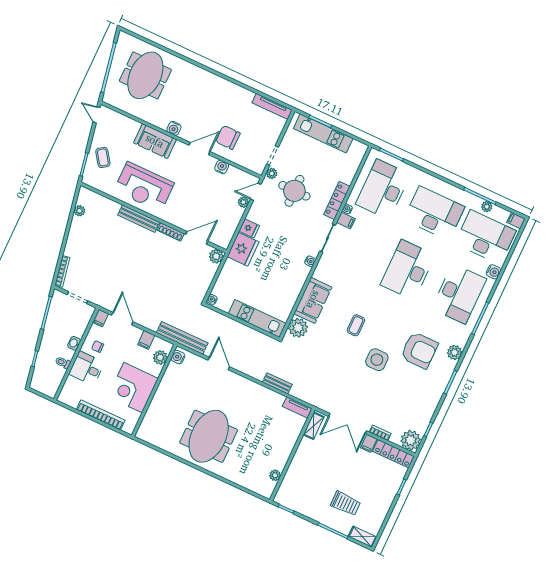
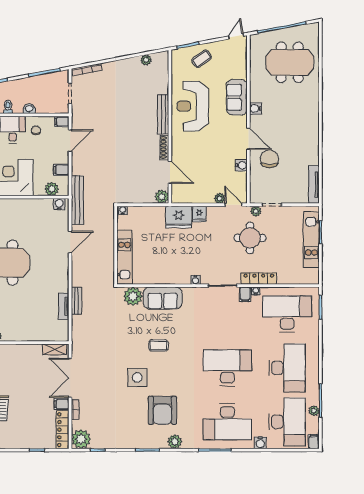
tv unit: (297, 408) -> (64, 306), moved

